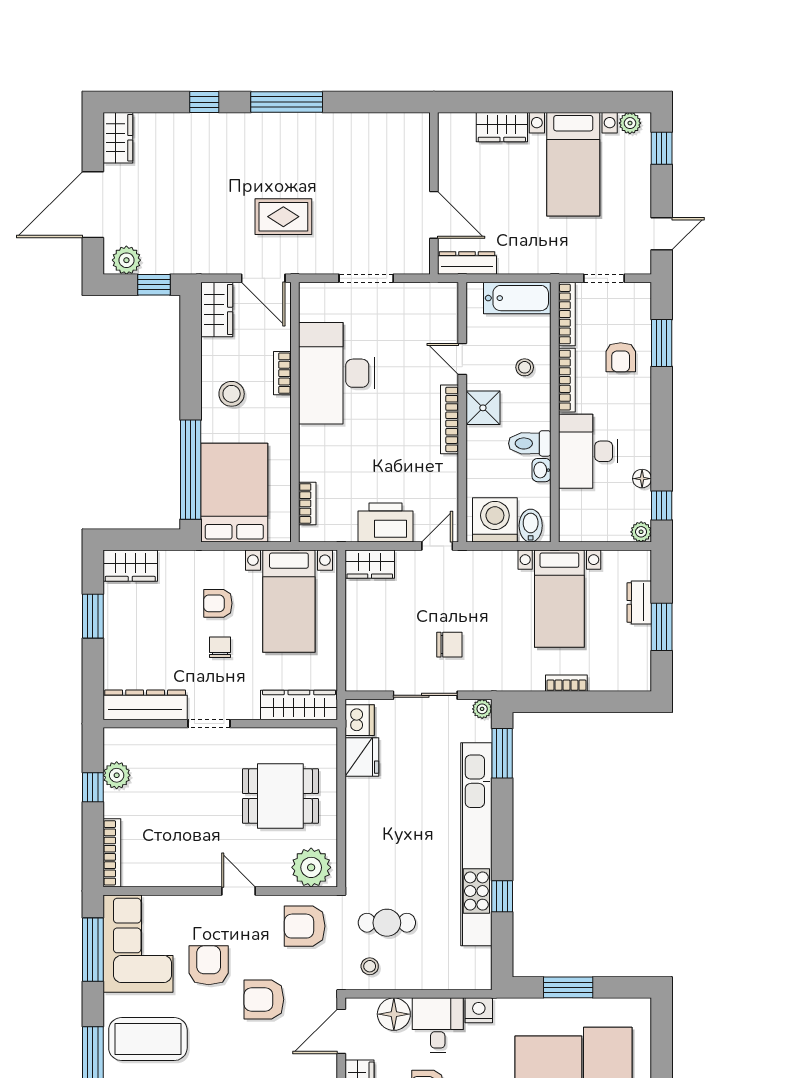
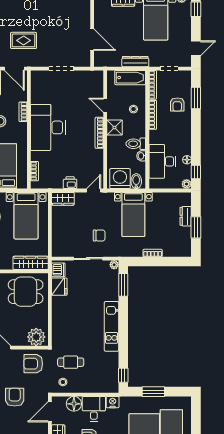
dresser: (467, 263) -> (135, 62), moved
desk: (337, 373) -> (48, 127), moved
desk: (588, 451) -> (162, 161), moved
printer: (386, 523) -> (70, 183), width x0.53, depth x0.68
bed with nightstands: (559, 599) -> (133, 214), moved
dining table: (280, 796) -> (26, 292), moved
kitchen unit: (476, 844) -> (111, 326), width x0.54
window: (502, 896) -> (123, 375), moved
armchair: (264, 999) -> (15, 397), turned 90

